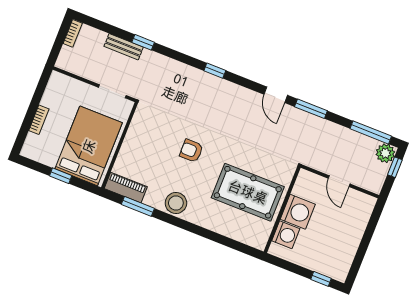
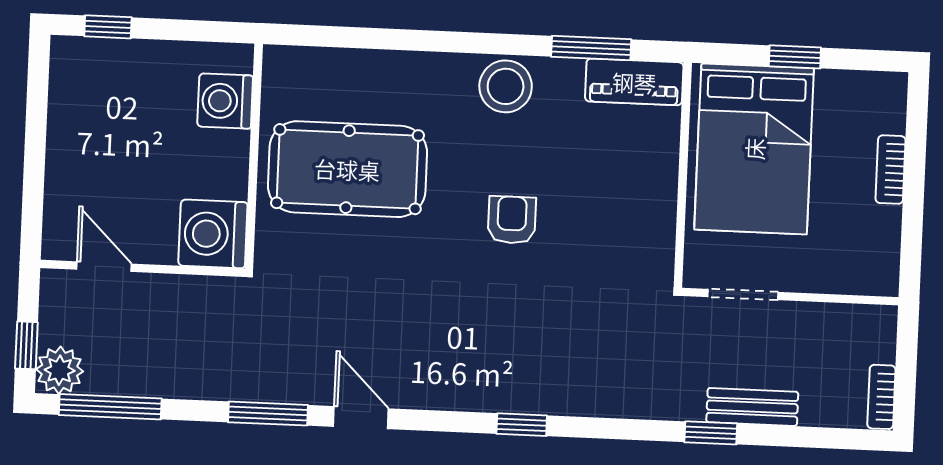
armchair: (191, 151) -> (512, 220), turned -90
door: (339, 181) -> (104, 267), moved
washing machine: (298, 212) -> (213, 234), moved

